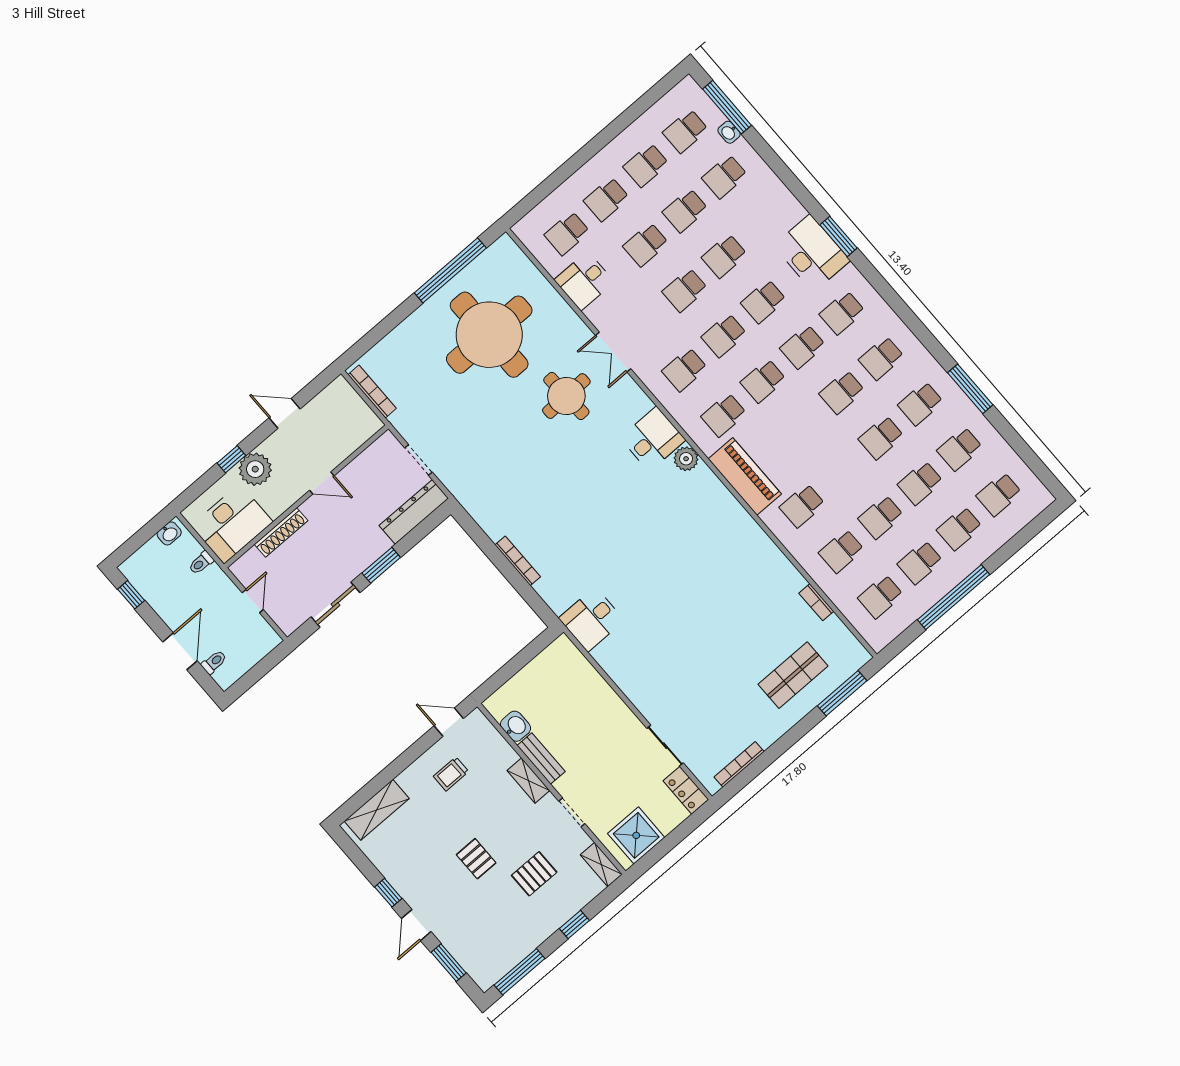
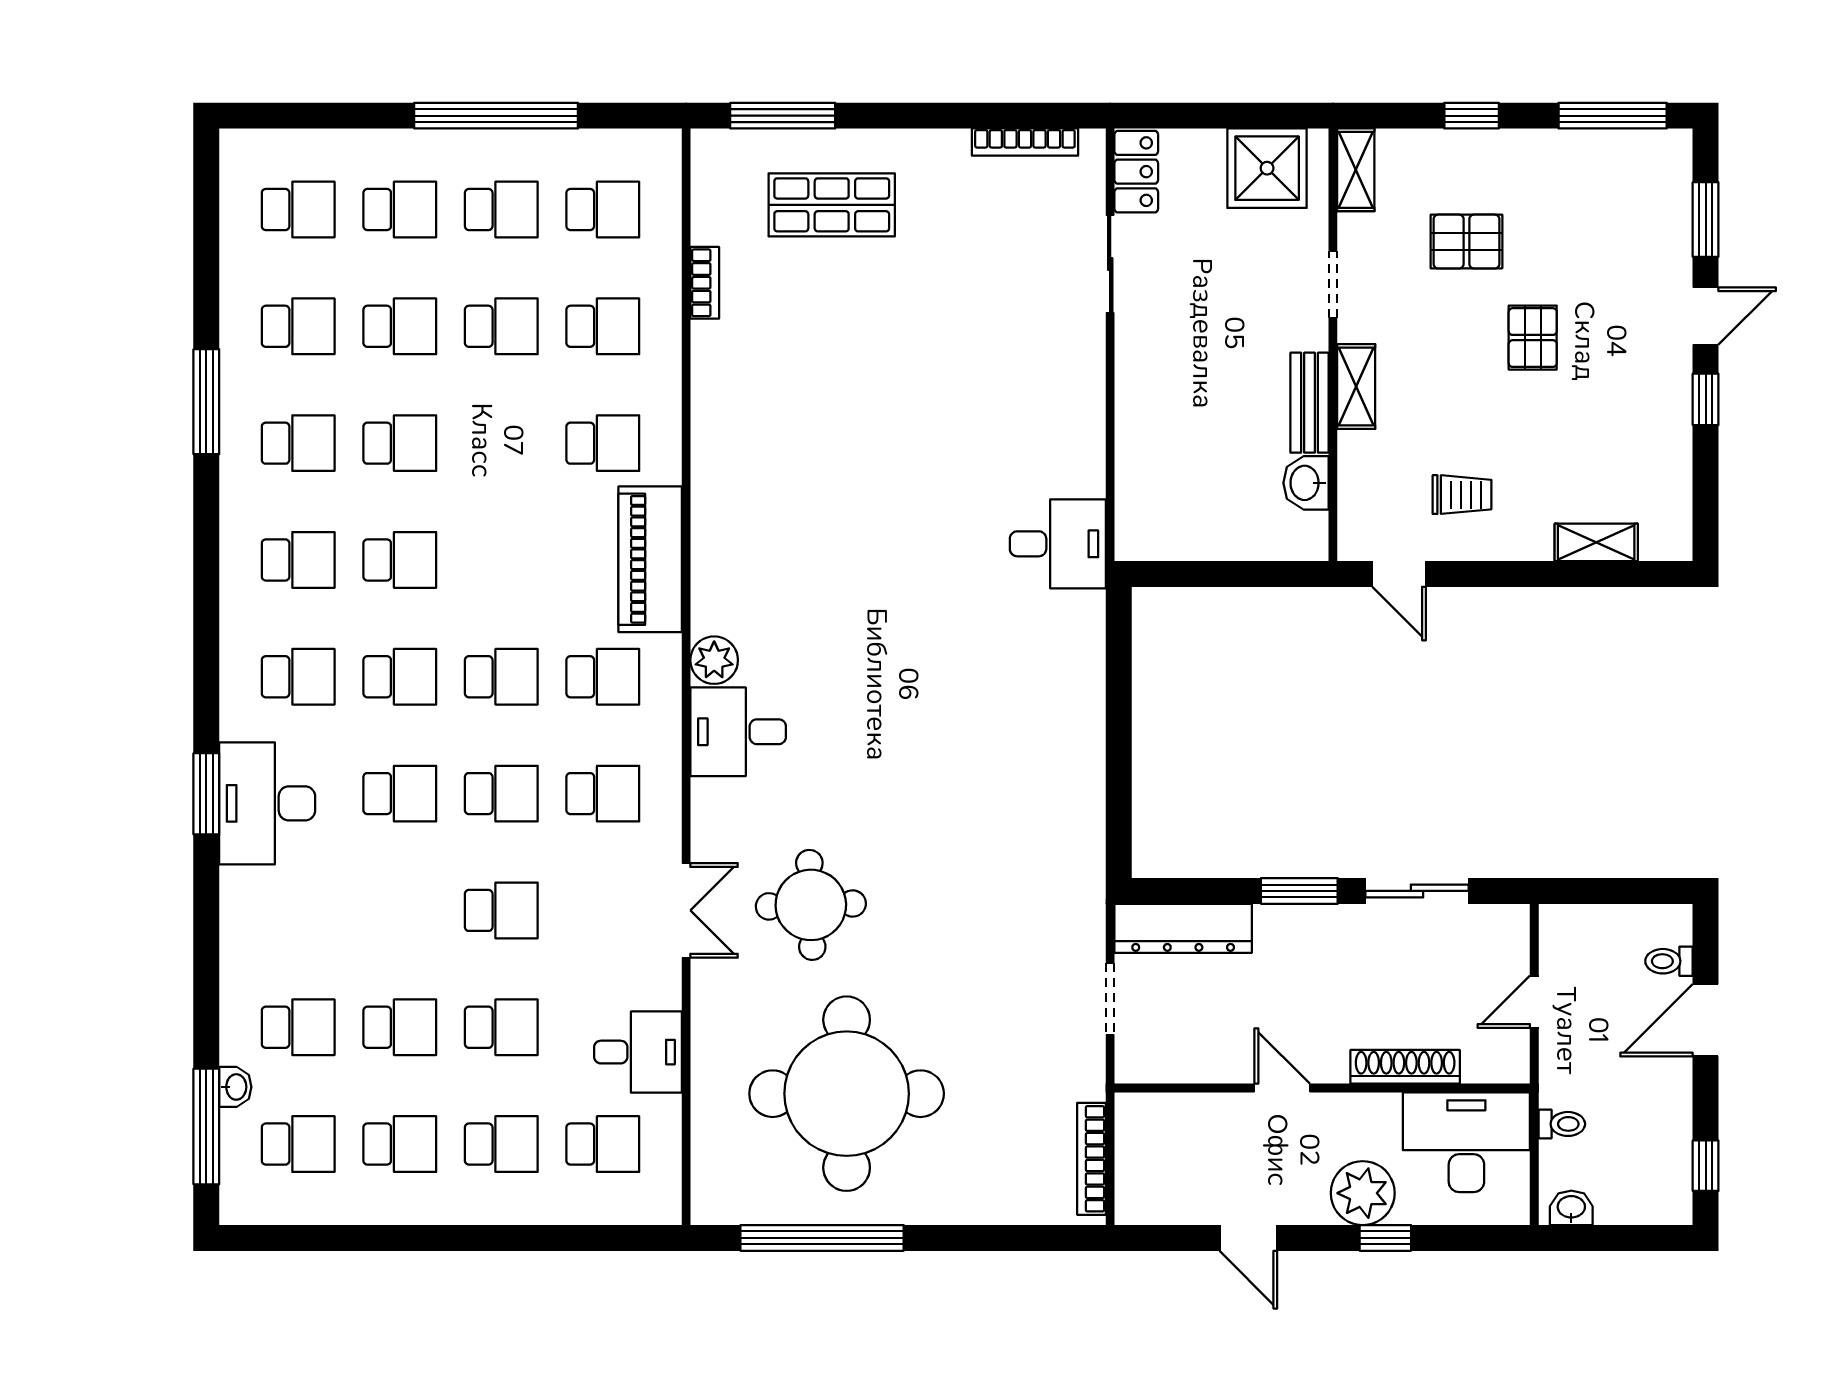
school desk: (724, 256) -> (400, 910), removed
bookcase: (518, 561) -> (1092, 724), removed
shelving: (377, 810) -> (1596, 542), width x0.67, depth x0.75

